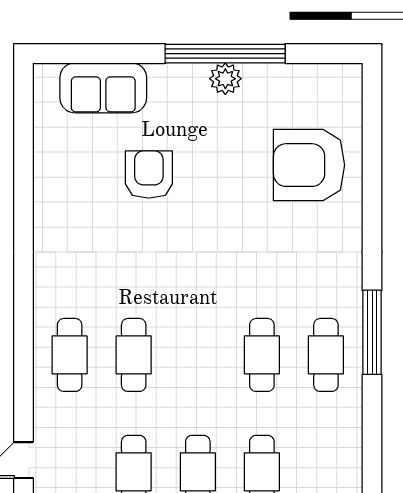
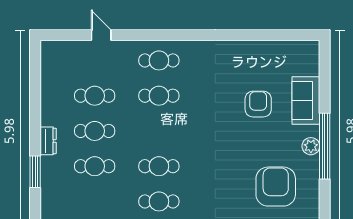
sofa: (103, 88) -> (306, 101), moved
armchair: (309, 165) -> (276, 187), moved
armchair: (149, 175) -> (258, 104), turned -90

